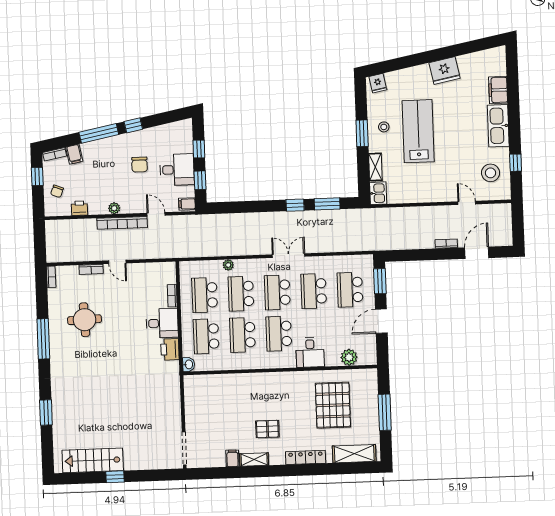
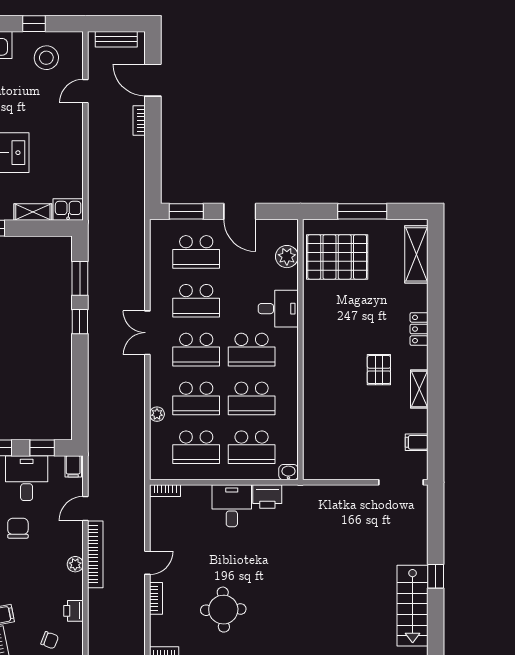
chair: (140, 165) -> (18, 528), turned -90
bench: (506, 224) -> (116, 39), added
bookcase: (172, 296) -> (165, 491), moved
pallet: (333, 405) -> (337, 257), moved
locker: (306, 457) -> (419, 329), width x0.66
filing cabinet: (232, 458) -> (417, 442), moved

